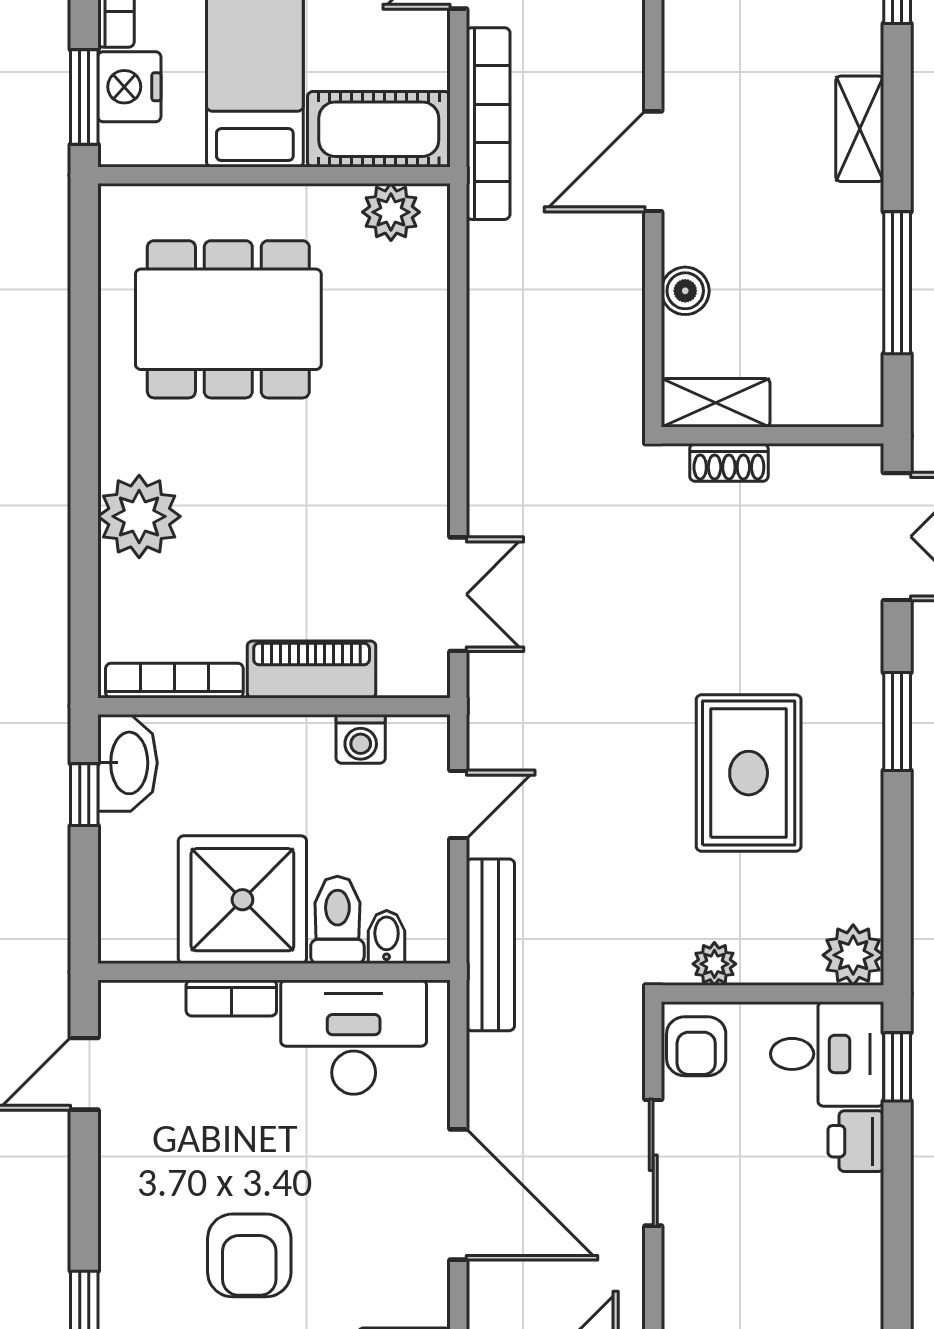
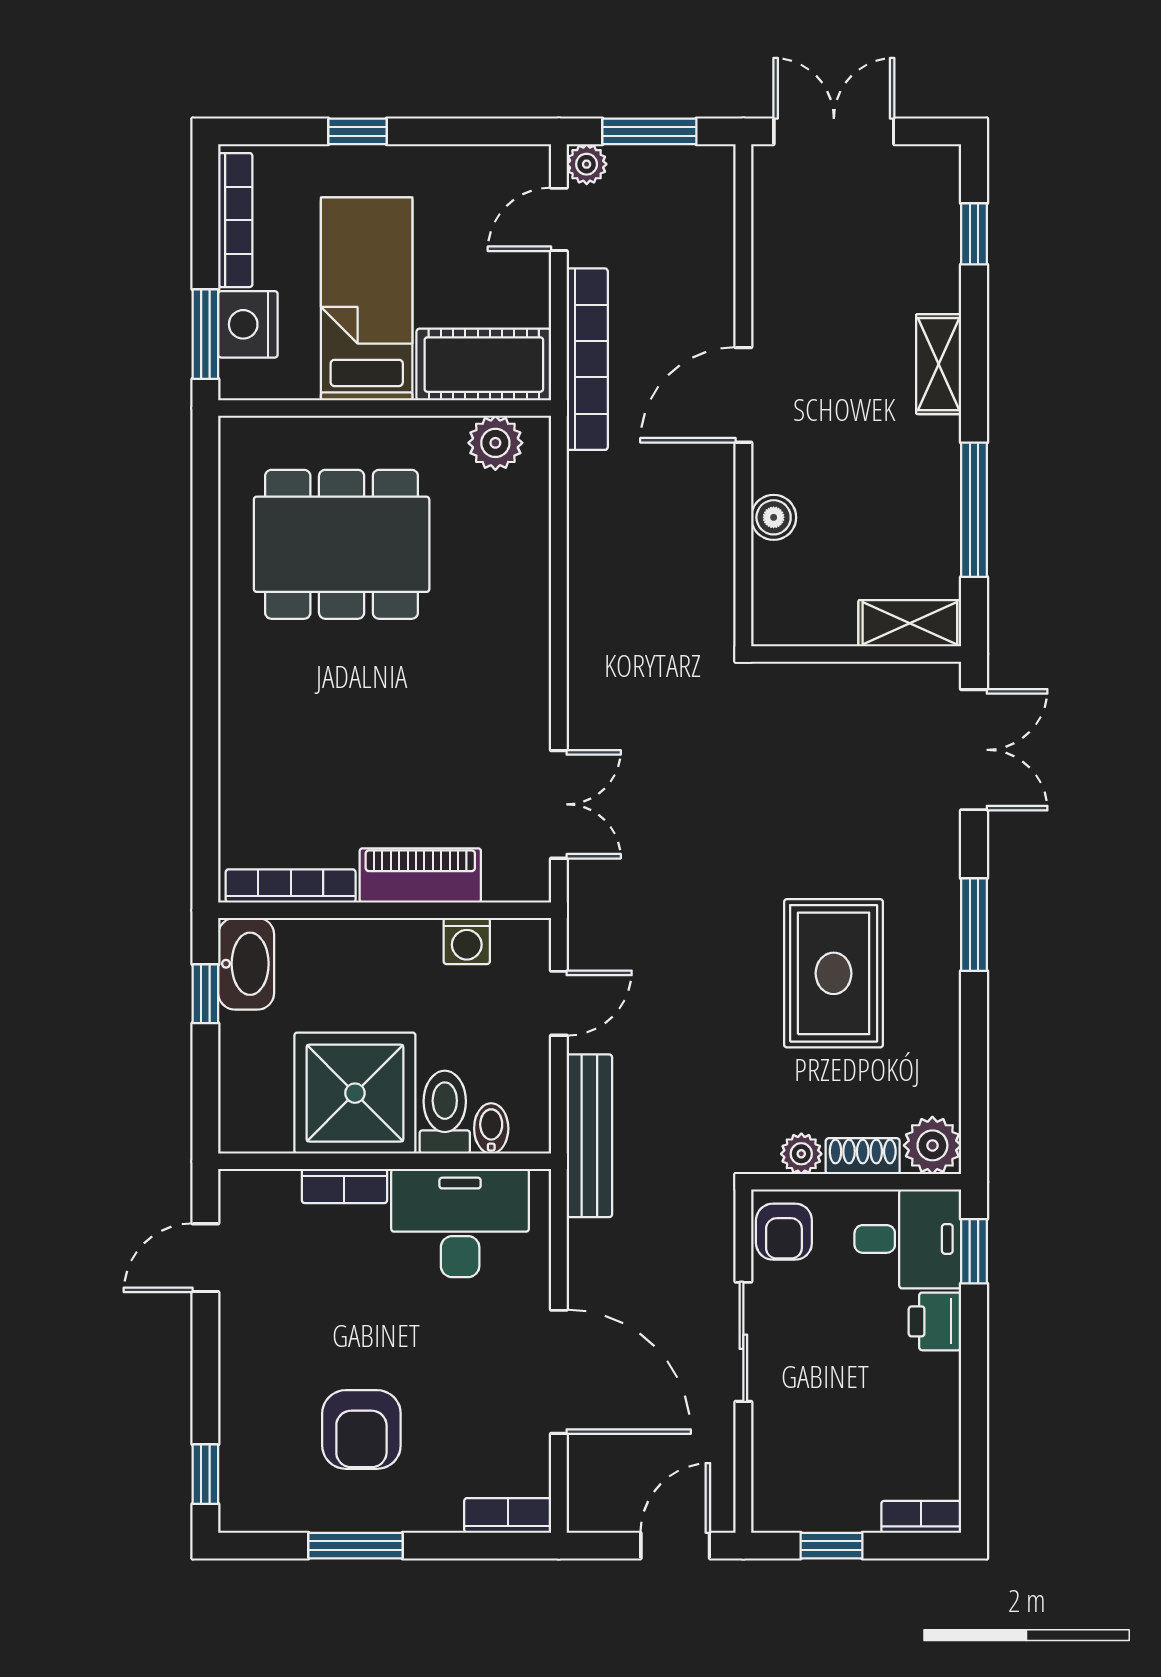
shelving: (716, 403) -> (910, 623), moved
shoe rack: (729, 462) -> (863, 1156), moved, turned 180
plant: (139, 516) -> (257, 731), removed

